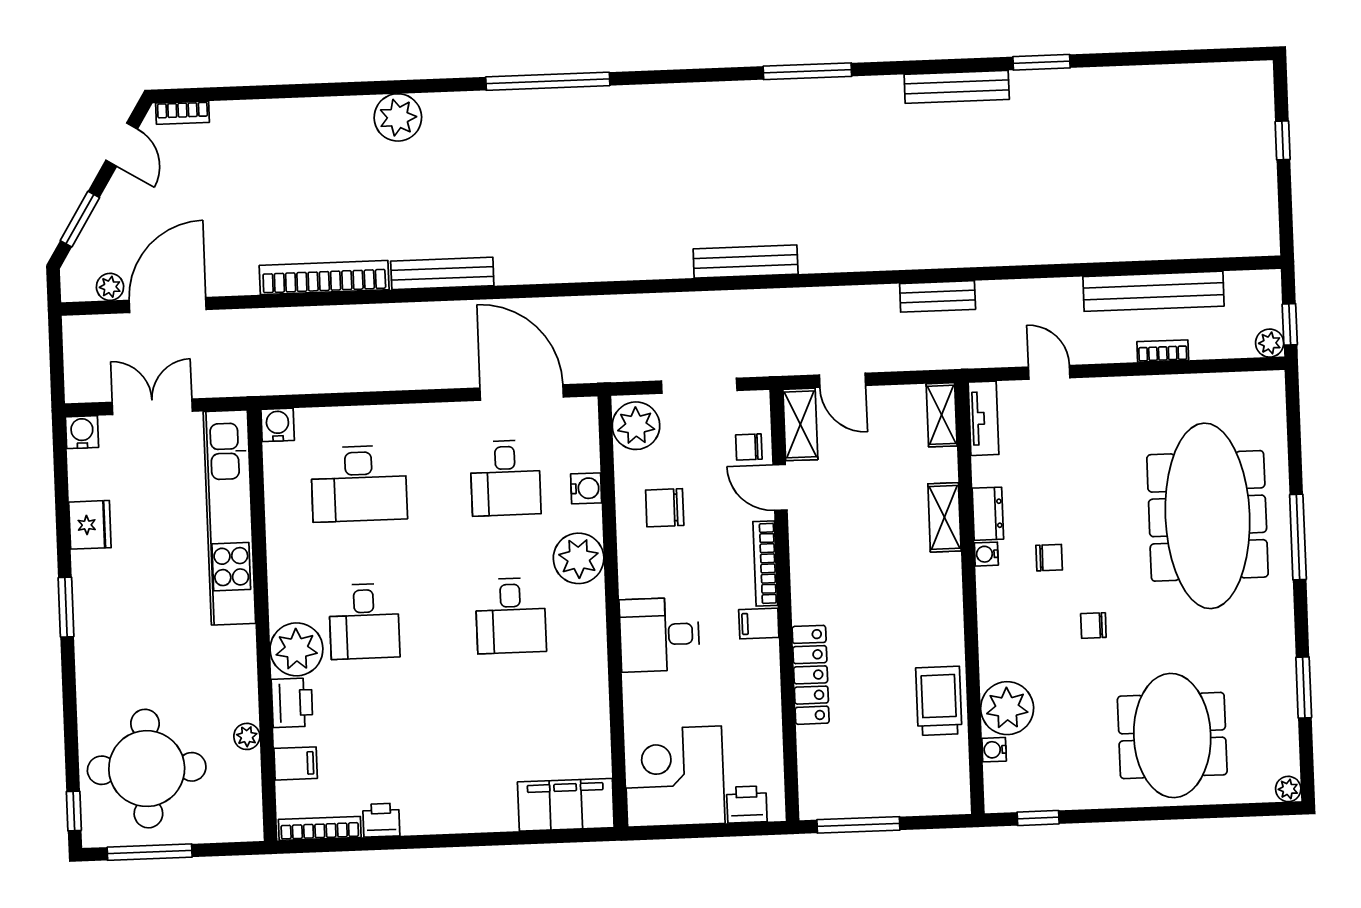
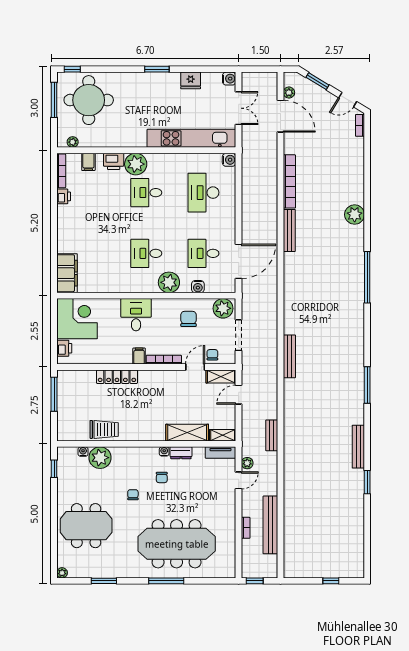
plant: (1270, 343) -> (247, 463), moved
shelving: (944, 517) -> (187, 433), width x1.50, depth x1.33
plant: (247, 736) -> (73, 142), moved

